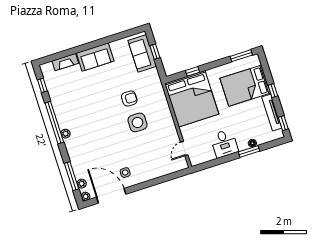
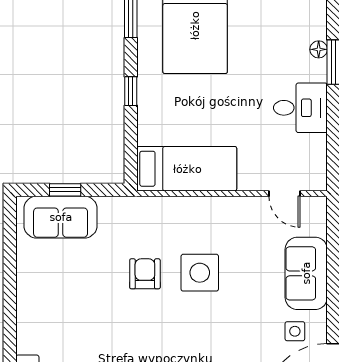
sofa: (95, 57) -> (306, 273), moved, turned 180
window: (193, 71) -> (131, 91), moved
bed: (192, 99) -> (187, 169), width x0.49

